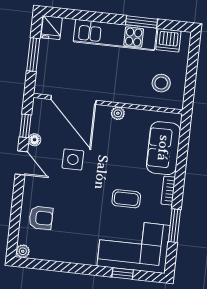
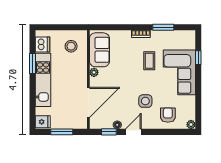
sofa: (163, 148) -> (99, 50), moved, turned -90
side table: (73, 159) -> (145, 101), moved
corner sofa: (133, 246) -> (179, 72), moved

